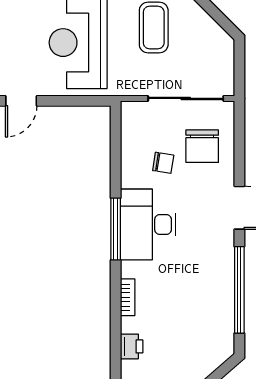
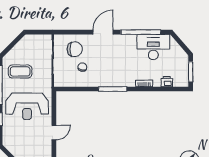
door: (21, 101) -> (54, 132), hinge flipped
desk: (148, 225) -> (153, 47), moved, turned 180

